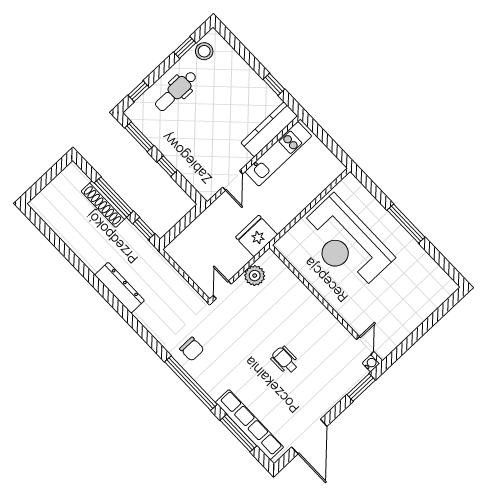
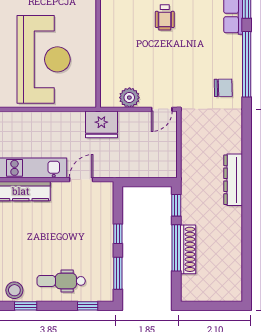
dental chair: (176, 91) -> (61, 281), turned 180
chair: (192, 349) -> (223, 88), turned 89

